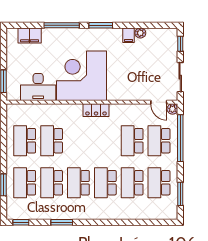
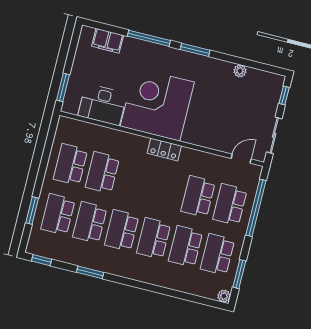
filing cabinet: (129, 35) -> (225, 70), removed
door: (159, 102) -> (241, 159), swing flipped
plant: (172, 109) -> (224, 296), moved

